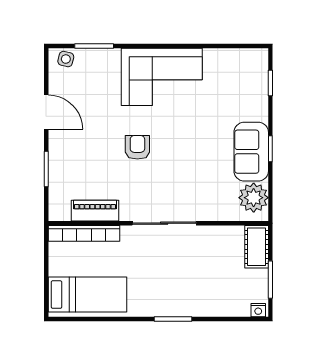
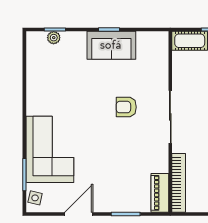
corner sofa: (162, 77) -> (50, 149), moved
armchair: (137, 147) -> (126, 107), moved
plant: (254, 198) -> (54, 38), moved, width x0.53, depth x0.53
piano: (95, 211) -> (160, 193), moved

